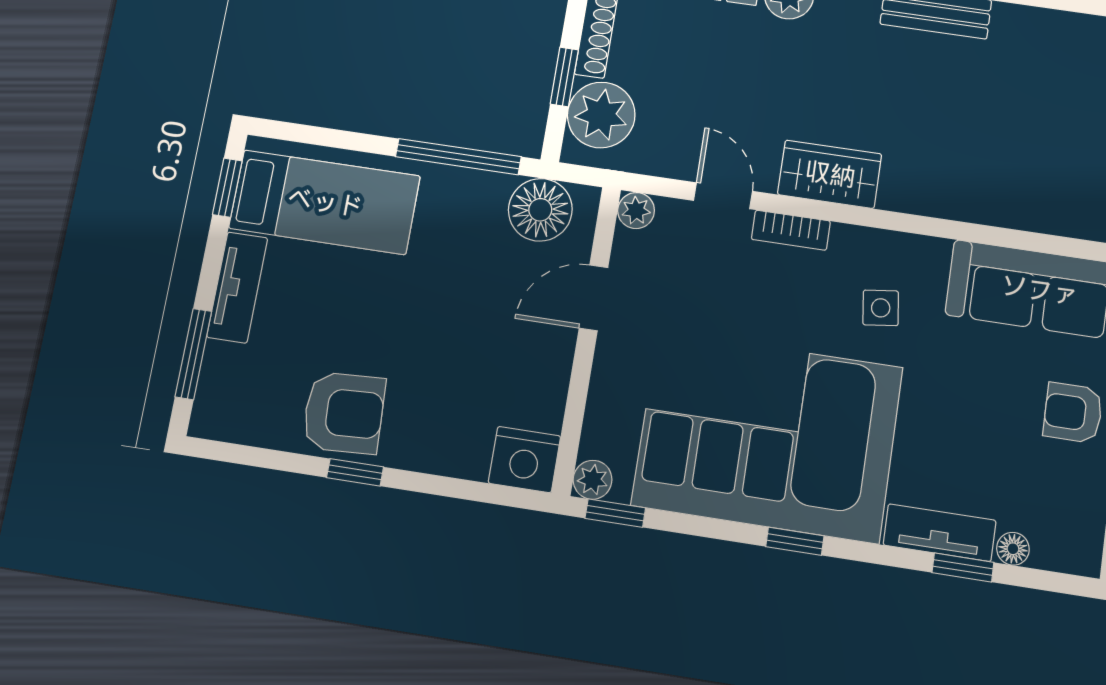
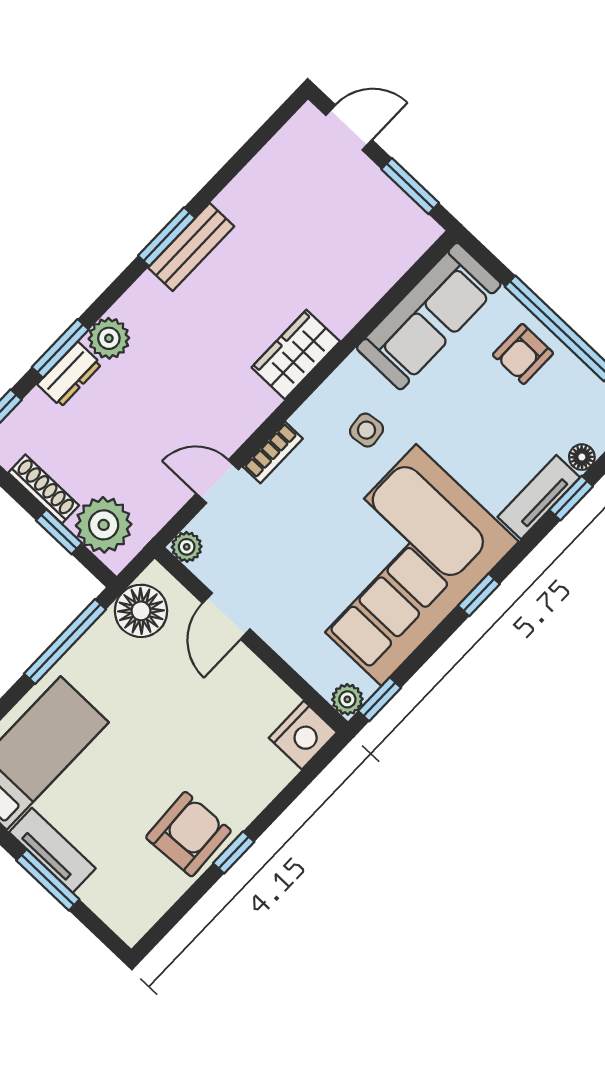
wardrobe: (830, 174) -> (296, 354), moved
window: (193, 354) -> (48, 880), moved

